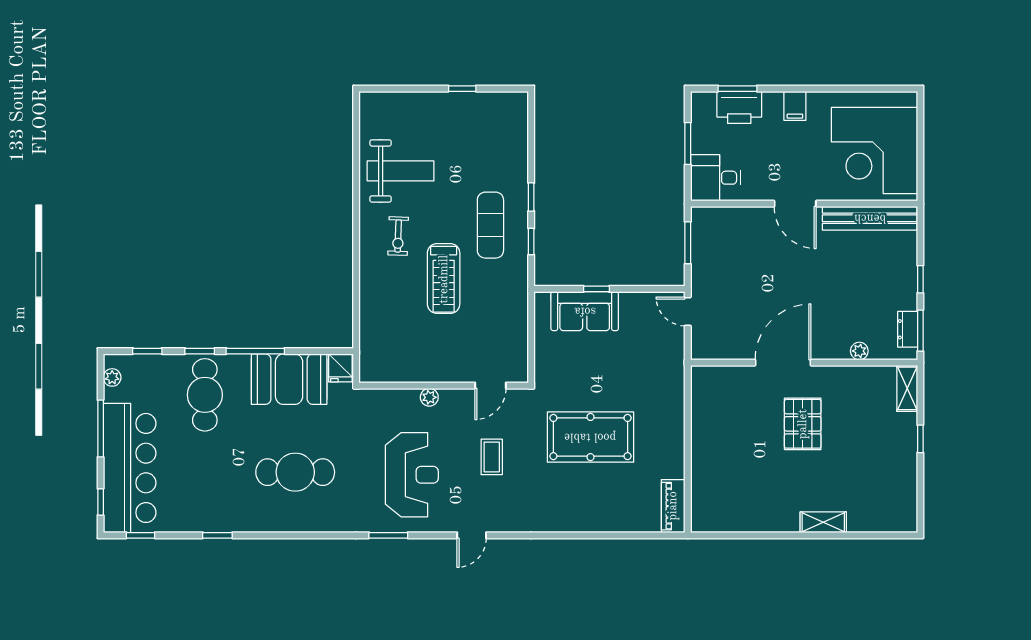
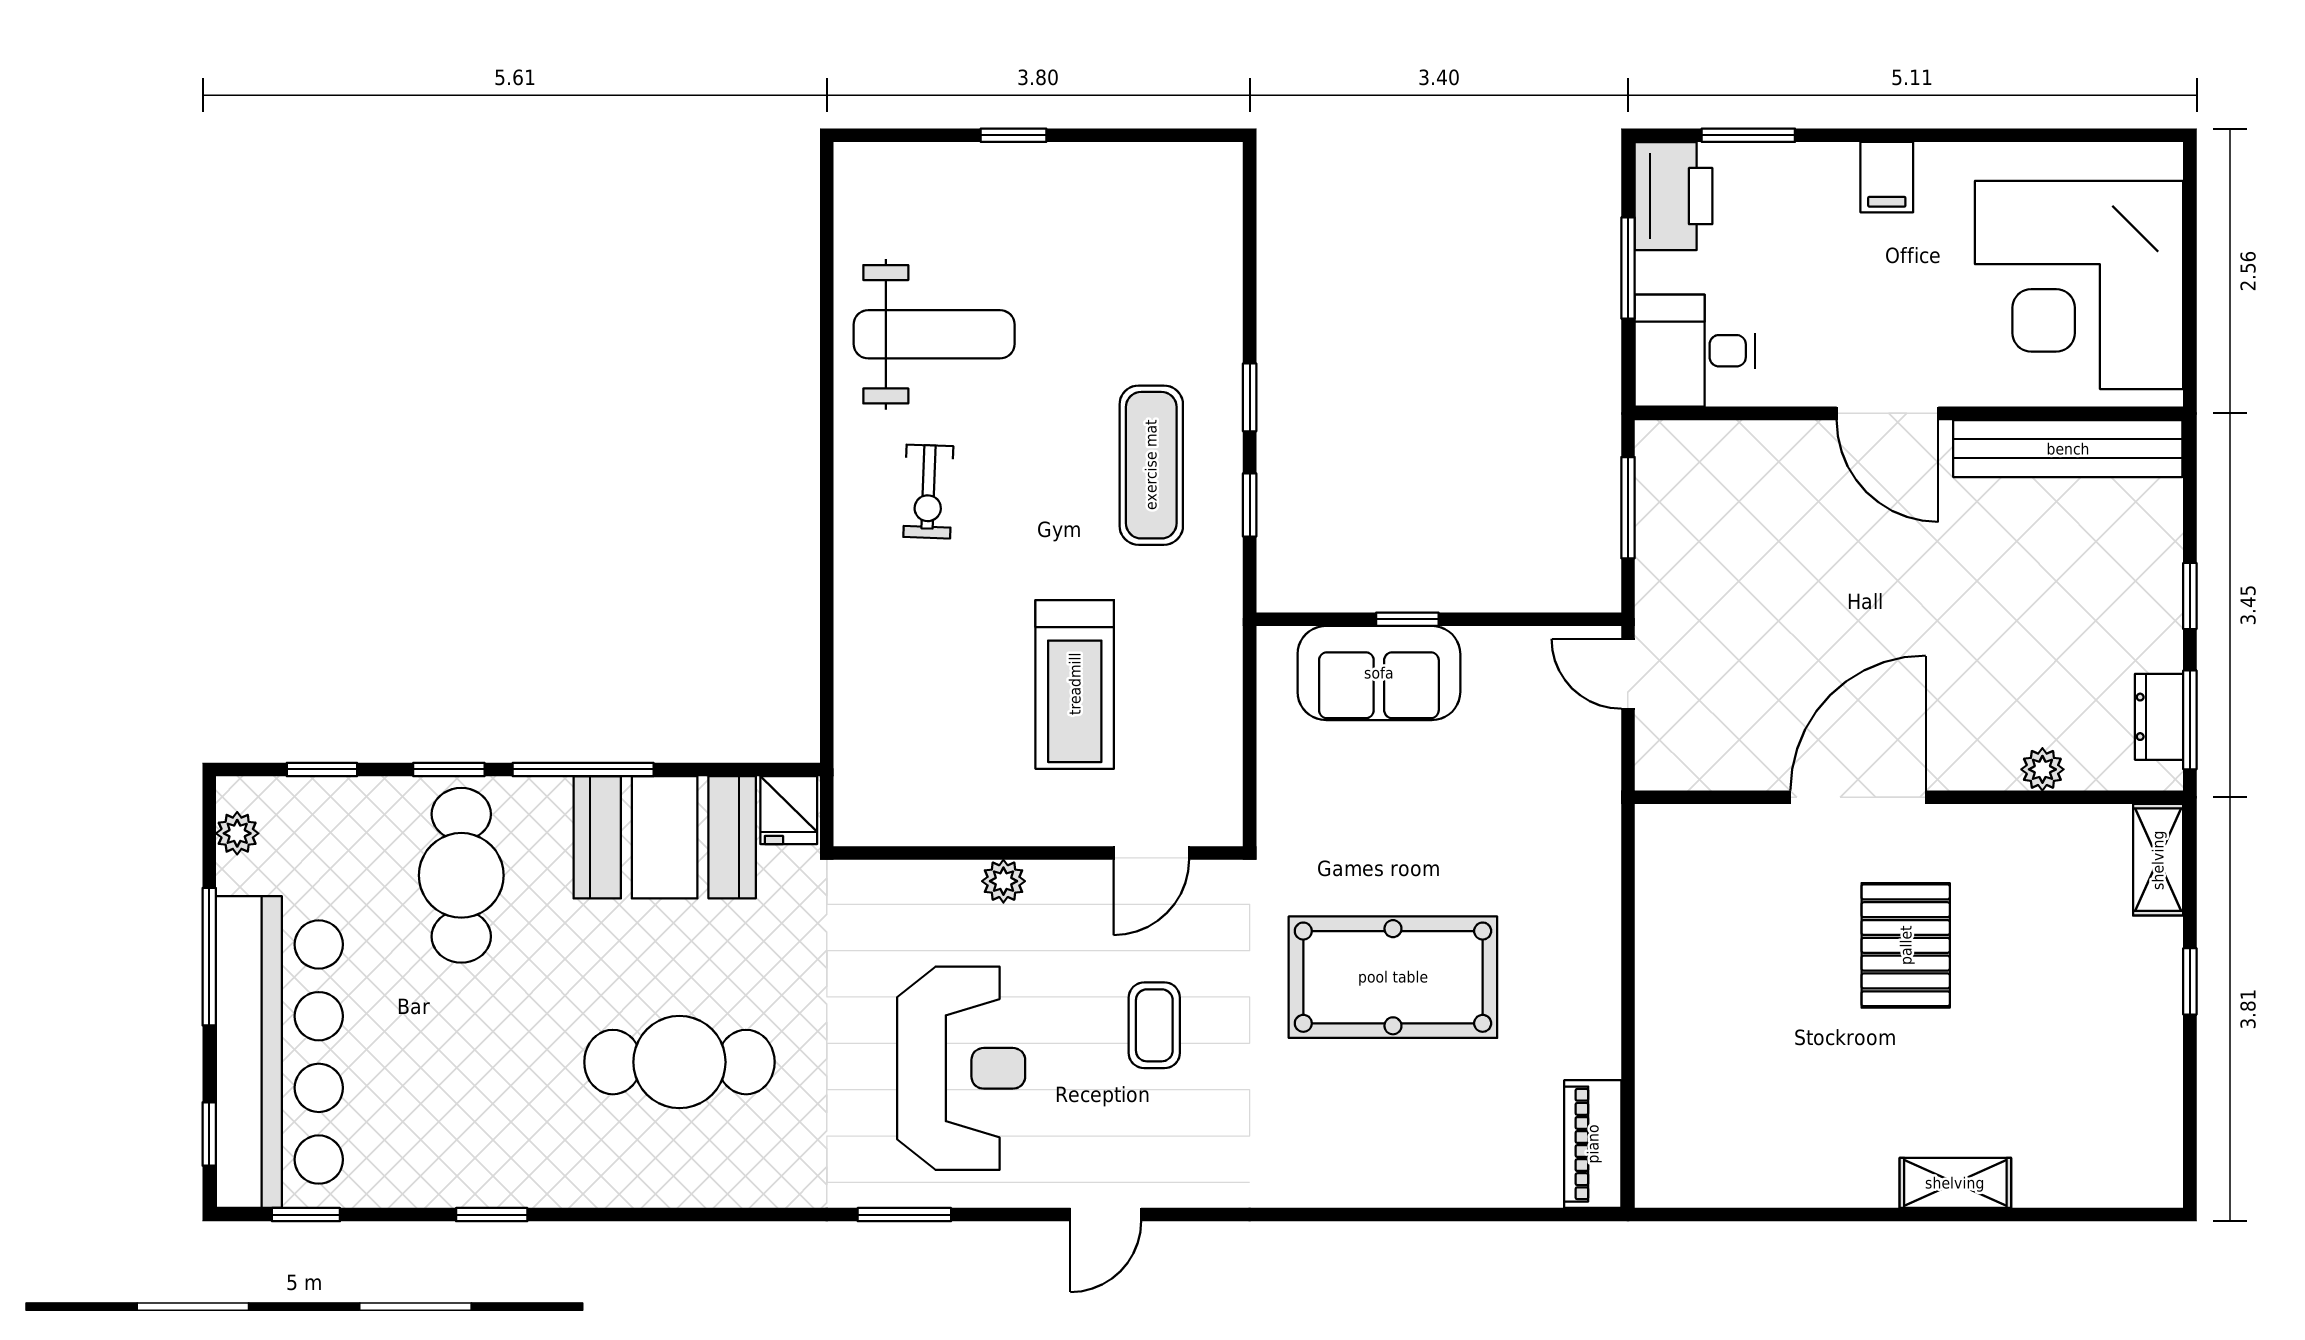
window: (462, 89) -> (1013, 135), moved
printer: (739, 107) -> (1673, 196), moved, turned -90
treadmill: (444, 279) -> (1075, 684), moved

